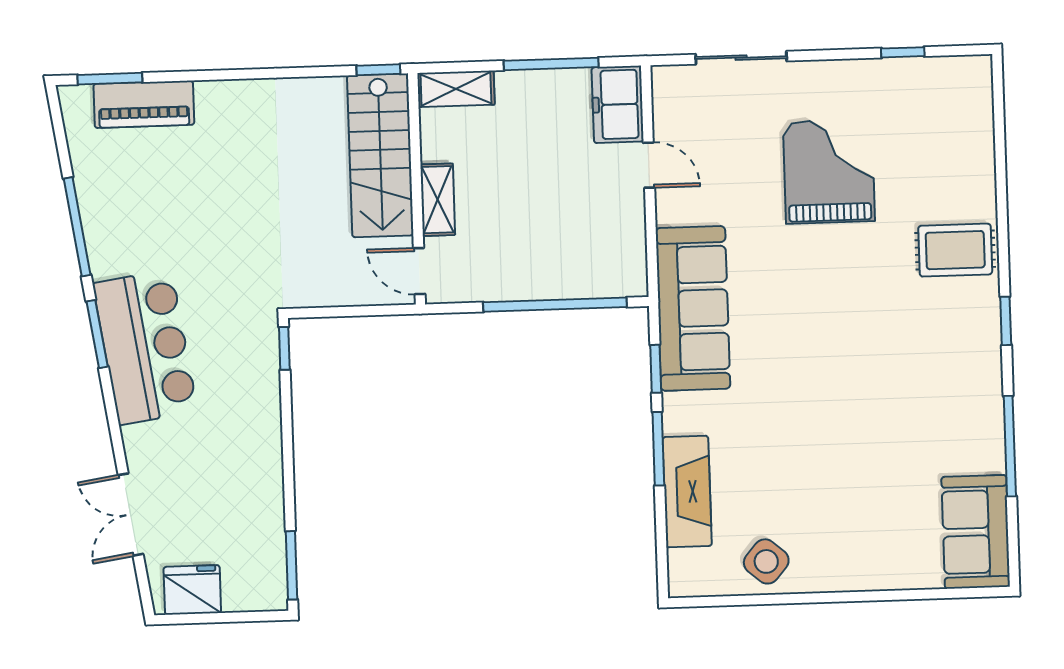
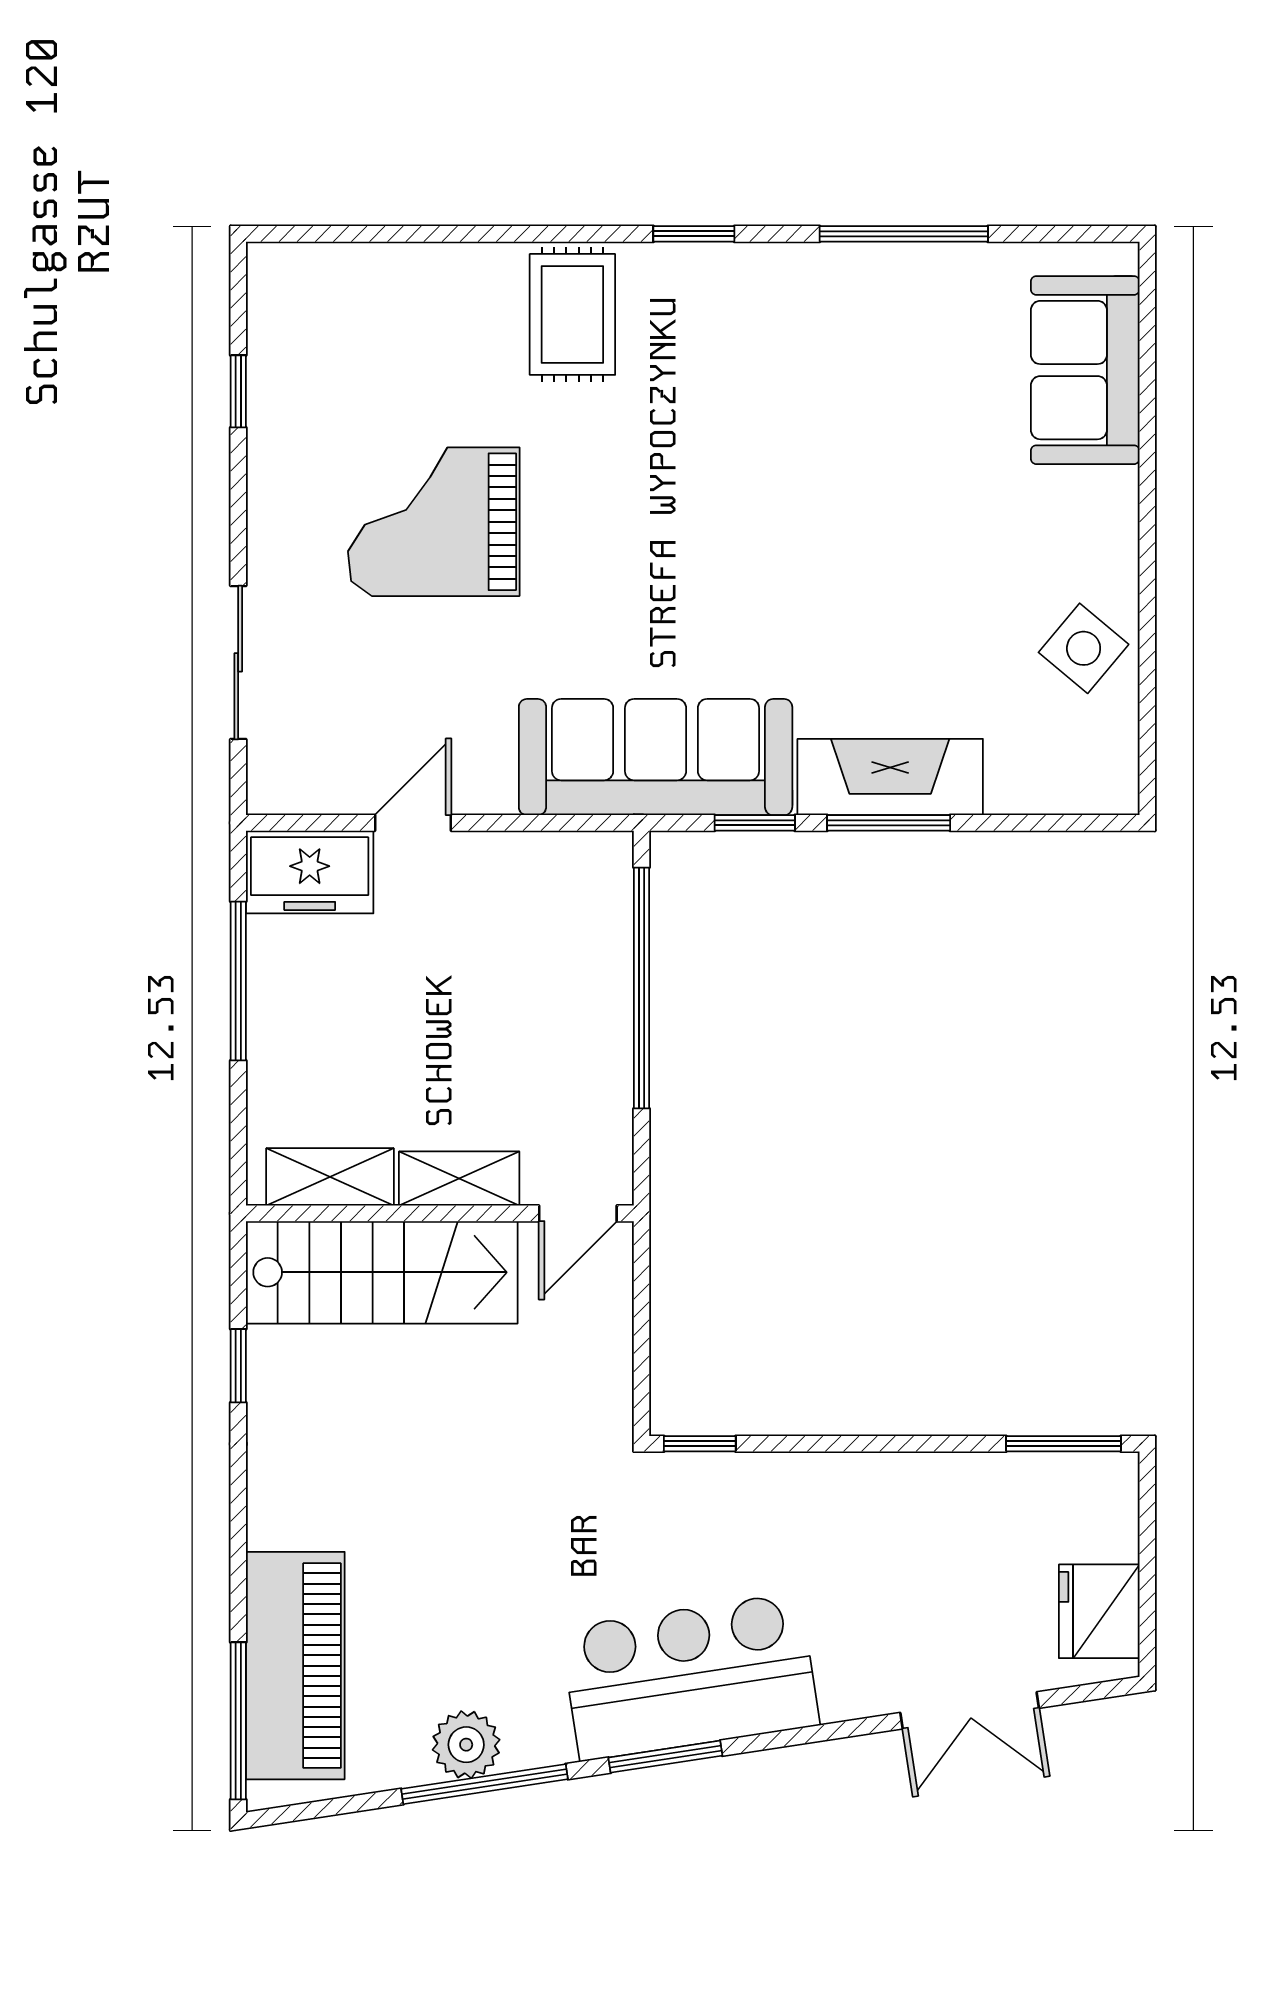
window: (378, 70) -> (238, 1366), moved
window: (110, 79) -> (238, 1721), width x1.44
shelving: (456, 89) -> (330, 1177), moved, turned 90
piano: (144, 104) -> (295, 1666), width x1.37, depth x1.33
plant: (100, 215) -> (466, 1745), added
fireplace: (687, 492) -> (890, 777), moved
sofa: (976, 532) -> (1085, 370), moved, turned 90

